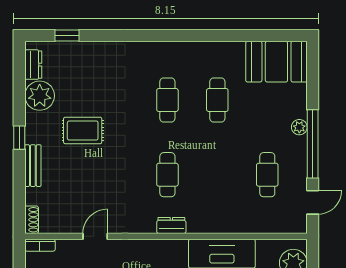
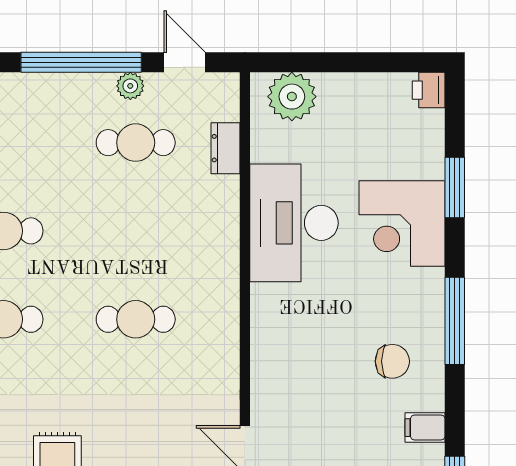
plant: (299, 127) -> (130, 86), moved
dresser: (171, 225) -> (225, 148), moved

